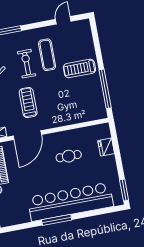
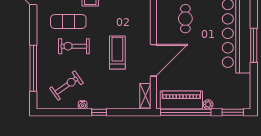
treadmill: (28, 103) -> (117, 53), turned 90
door: (27, 135) -> (153, 60), hinge flipped

